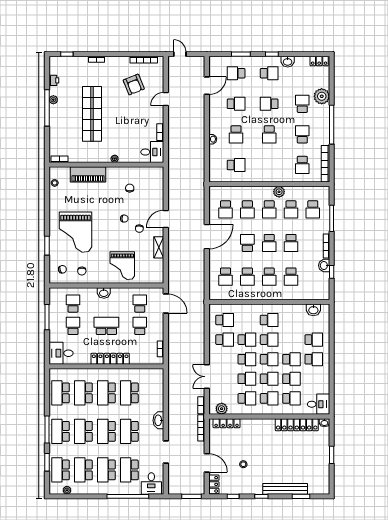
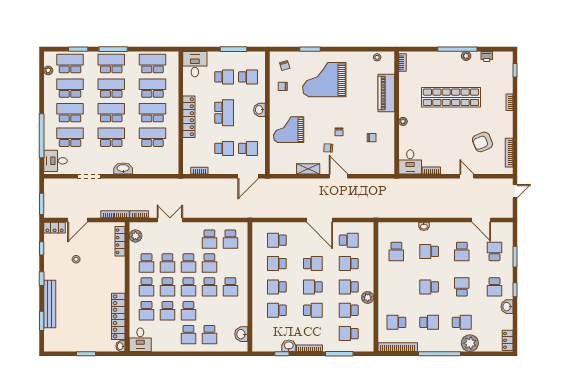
school desk: (226, 209) -> (349, 240), turned 180
school desk: (291, 243) -> (313, 310), turned 180

